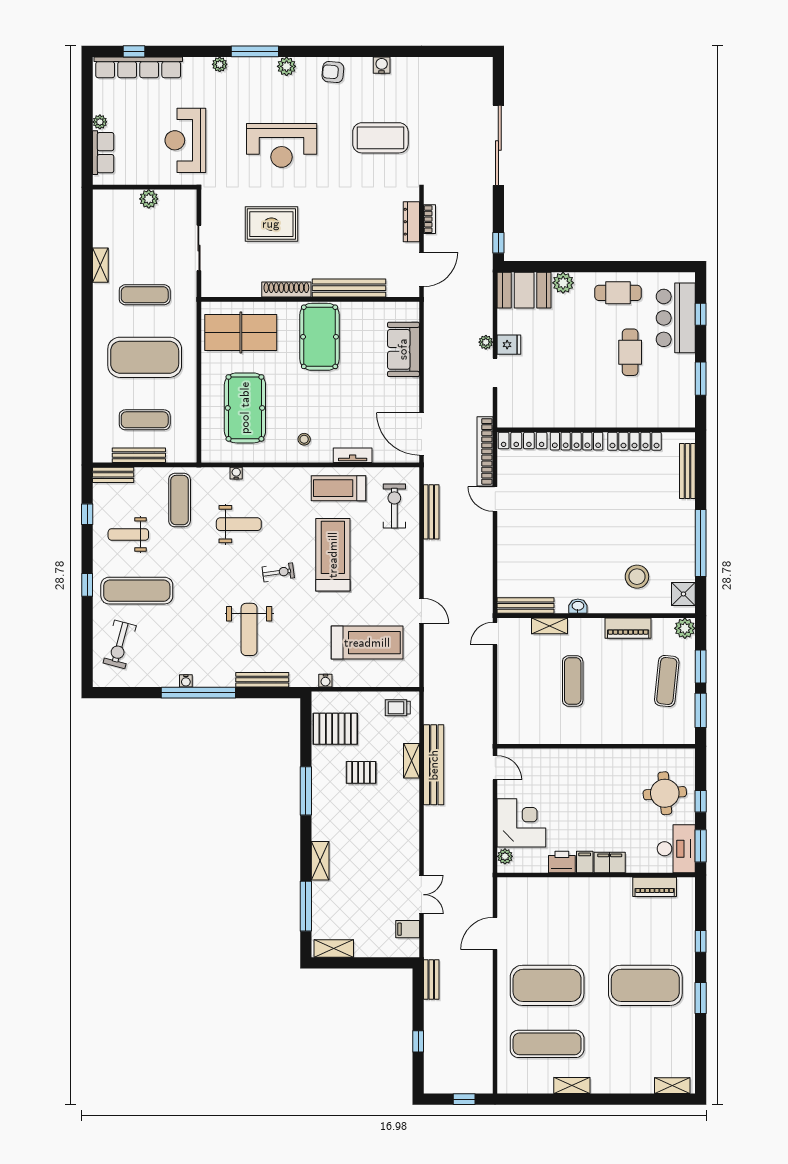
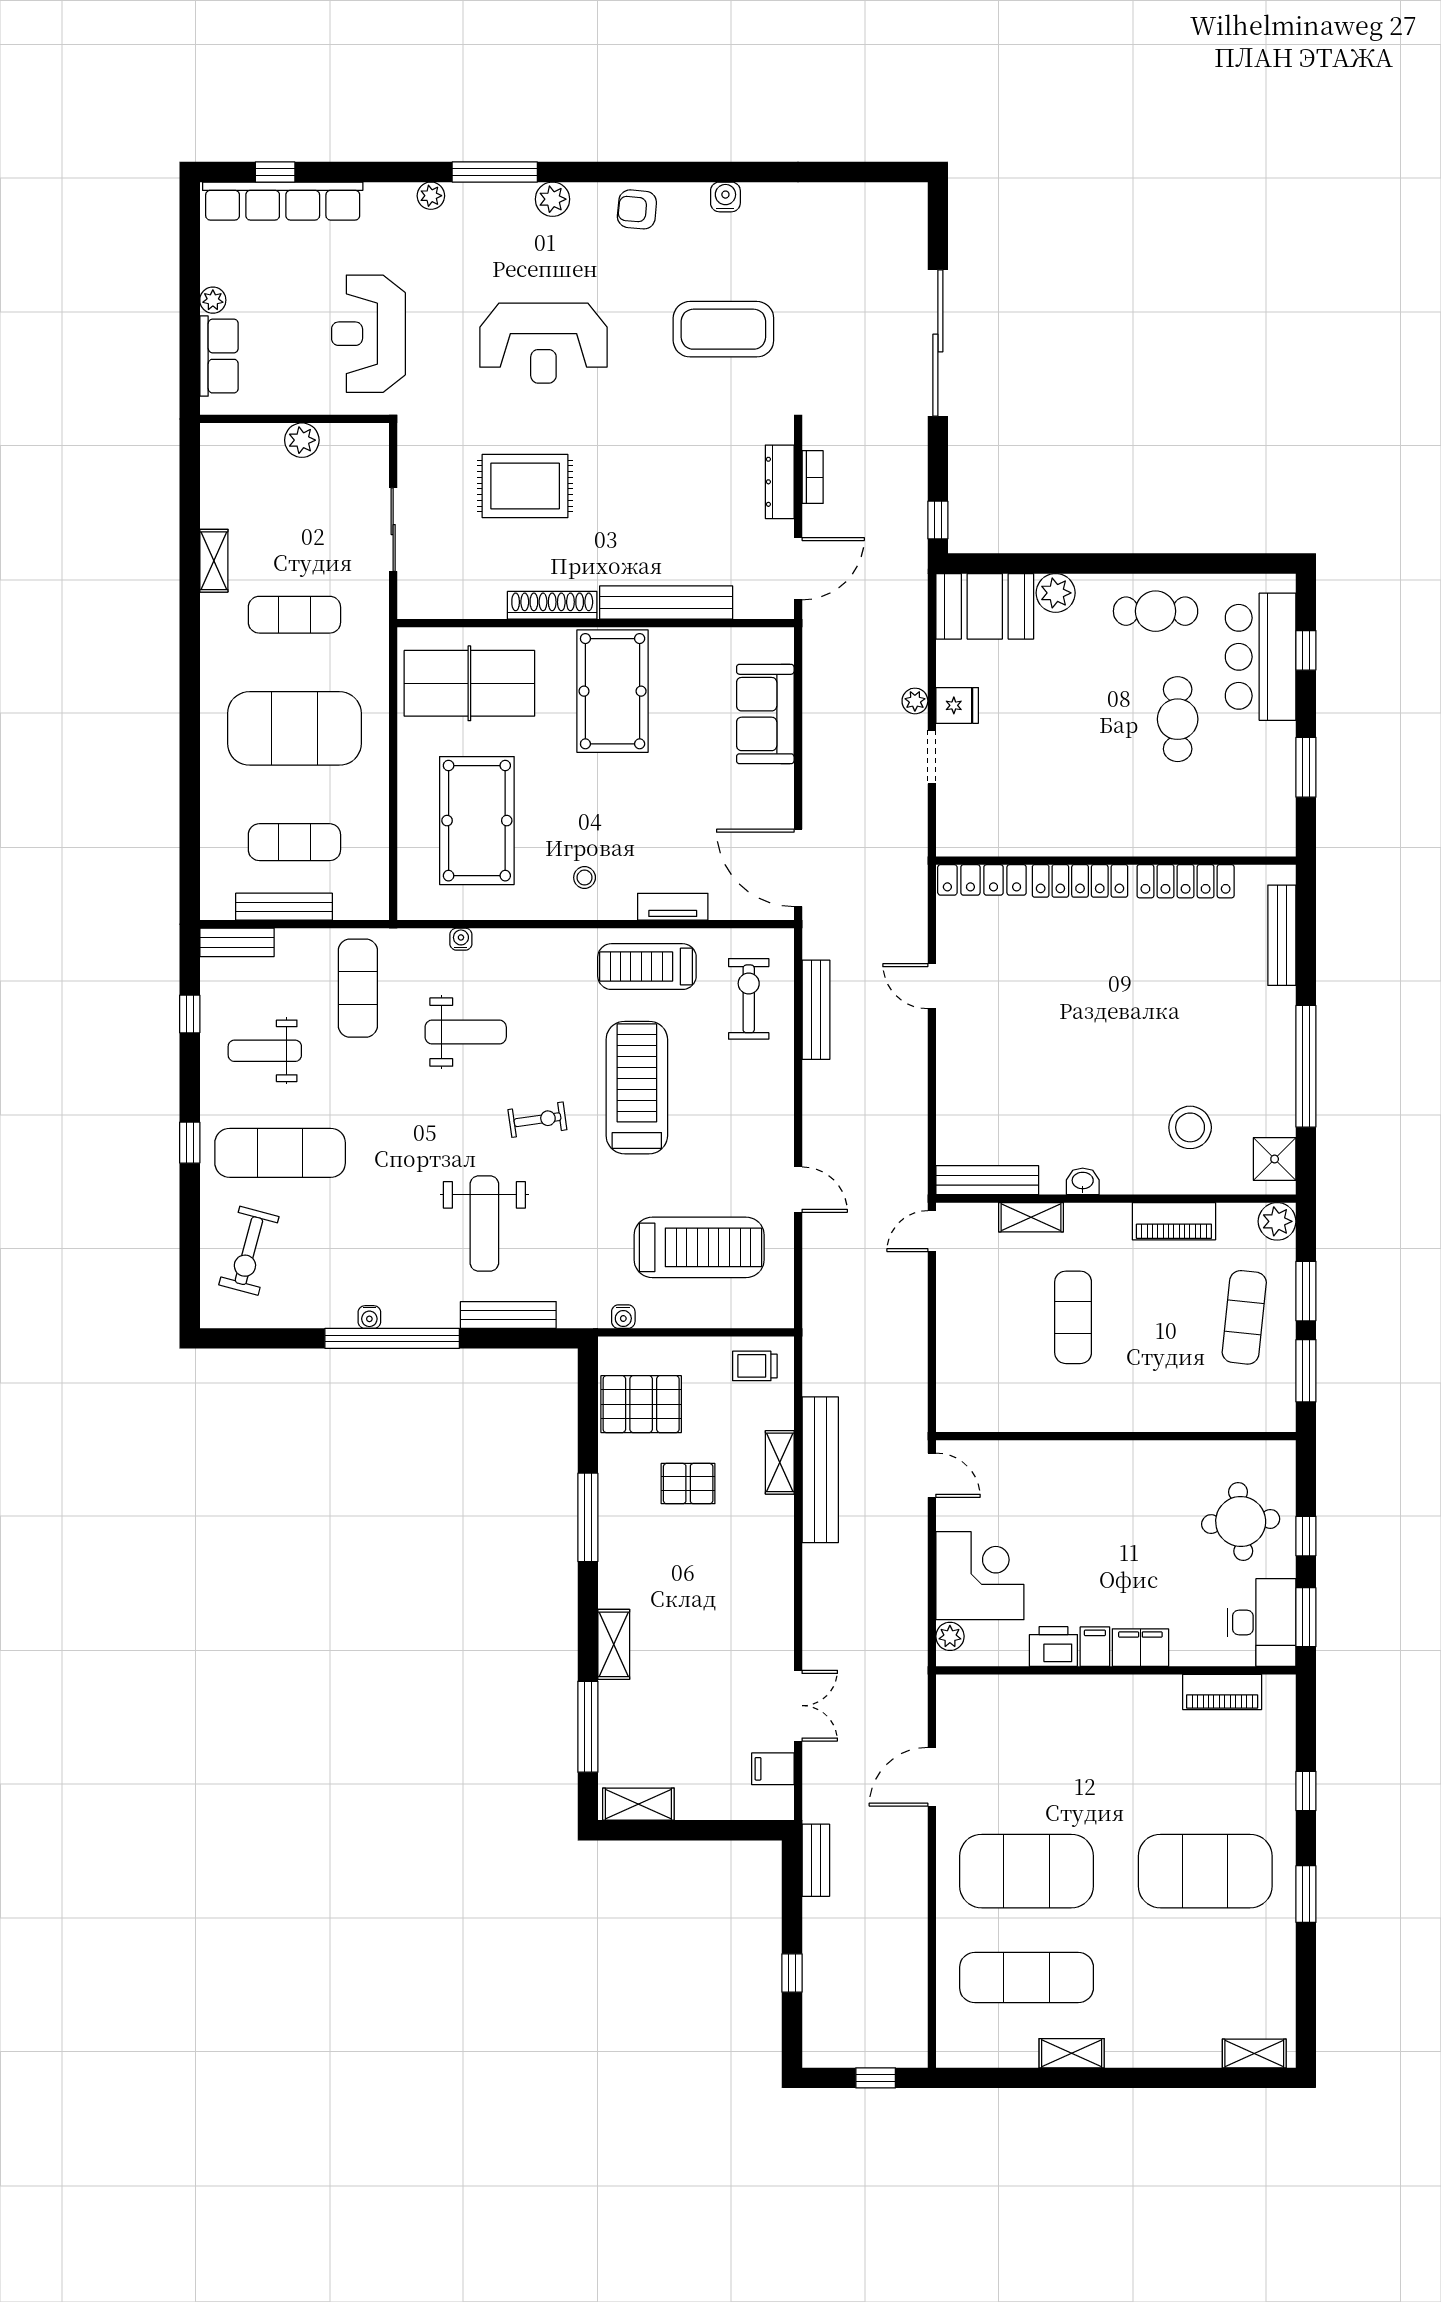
bookcase: (485, 451) -> (914, 900), removed

